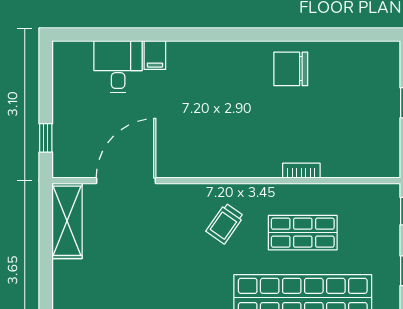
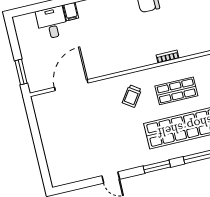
window: (46, 138) -> (21, 72), width x1.50
shelving: (67, 221) -> (44, 115), removed

